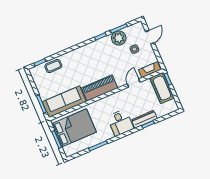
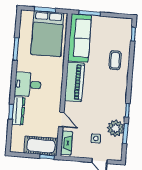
coffee table: (53, 66) -> (115, 60), moved

